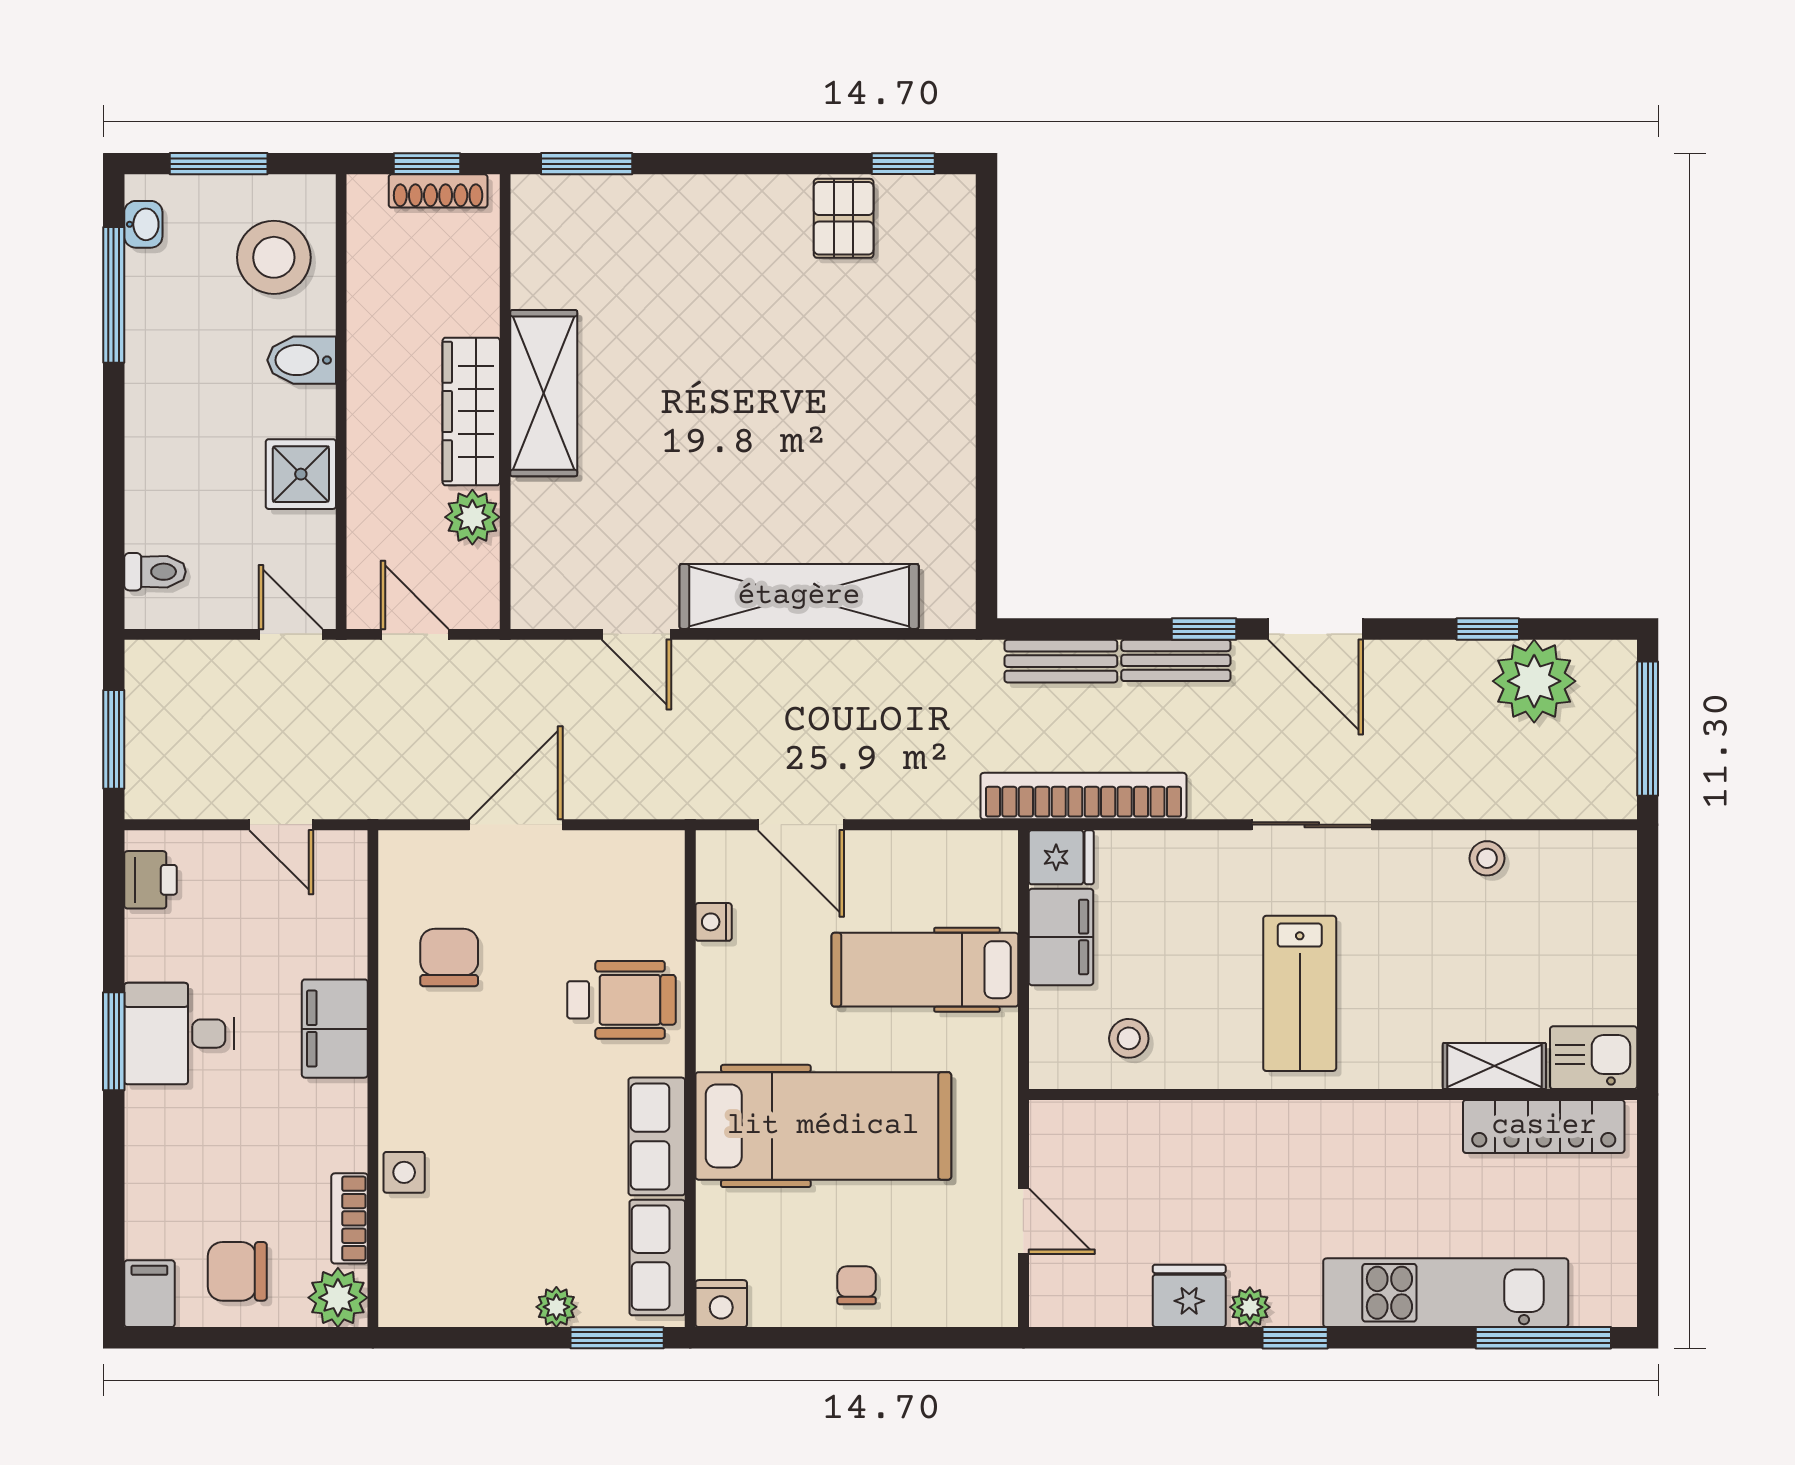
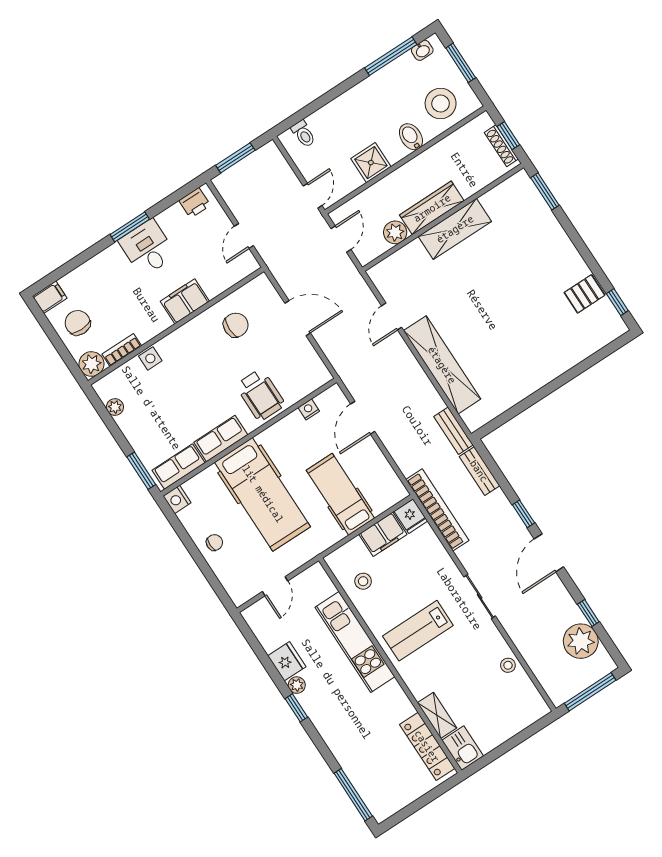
bench: (1176, 660) -> (453, 431), moved
kitchen unit: (1446, 1293) -> (355, 642), moved, turned 180
plant: (556, 1307) -> (115, 407), moved

